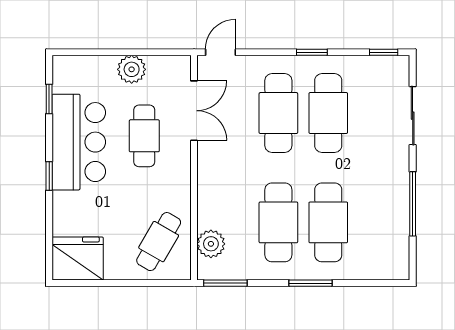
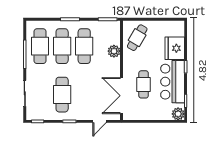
door: (220, 52) -> (100, 121), moved
plant: (132, 69) -> (178, 114), moved
double door: (194, 111) -> (122, 96), width x1.37
cafe table: (278, 113) -> (40, 46), moved
plant: (211, 244) -> (114, 51), moved
fridge: (78, 259) -> (175, 48), moved, turned 90

